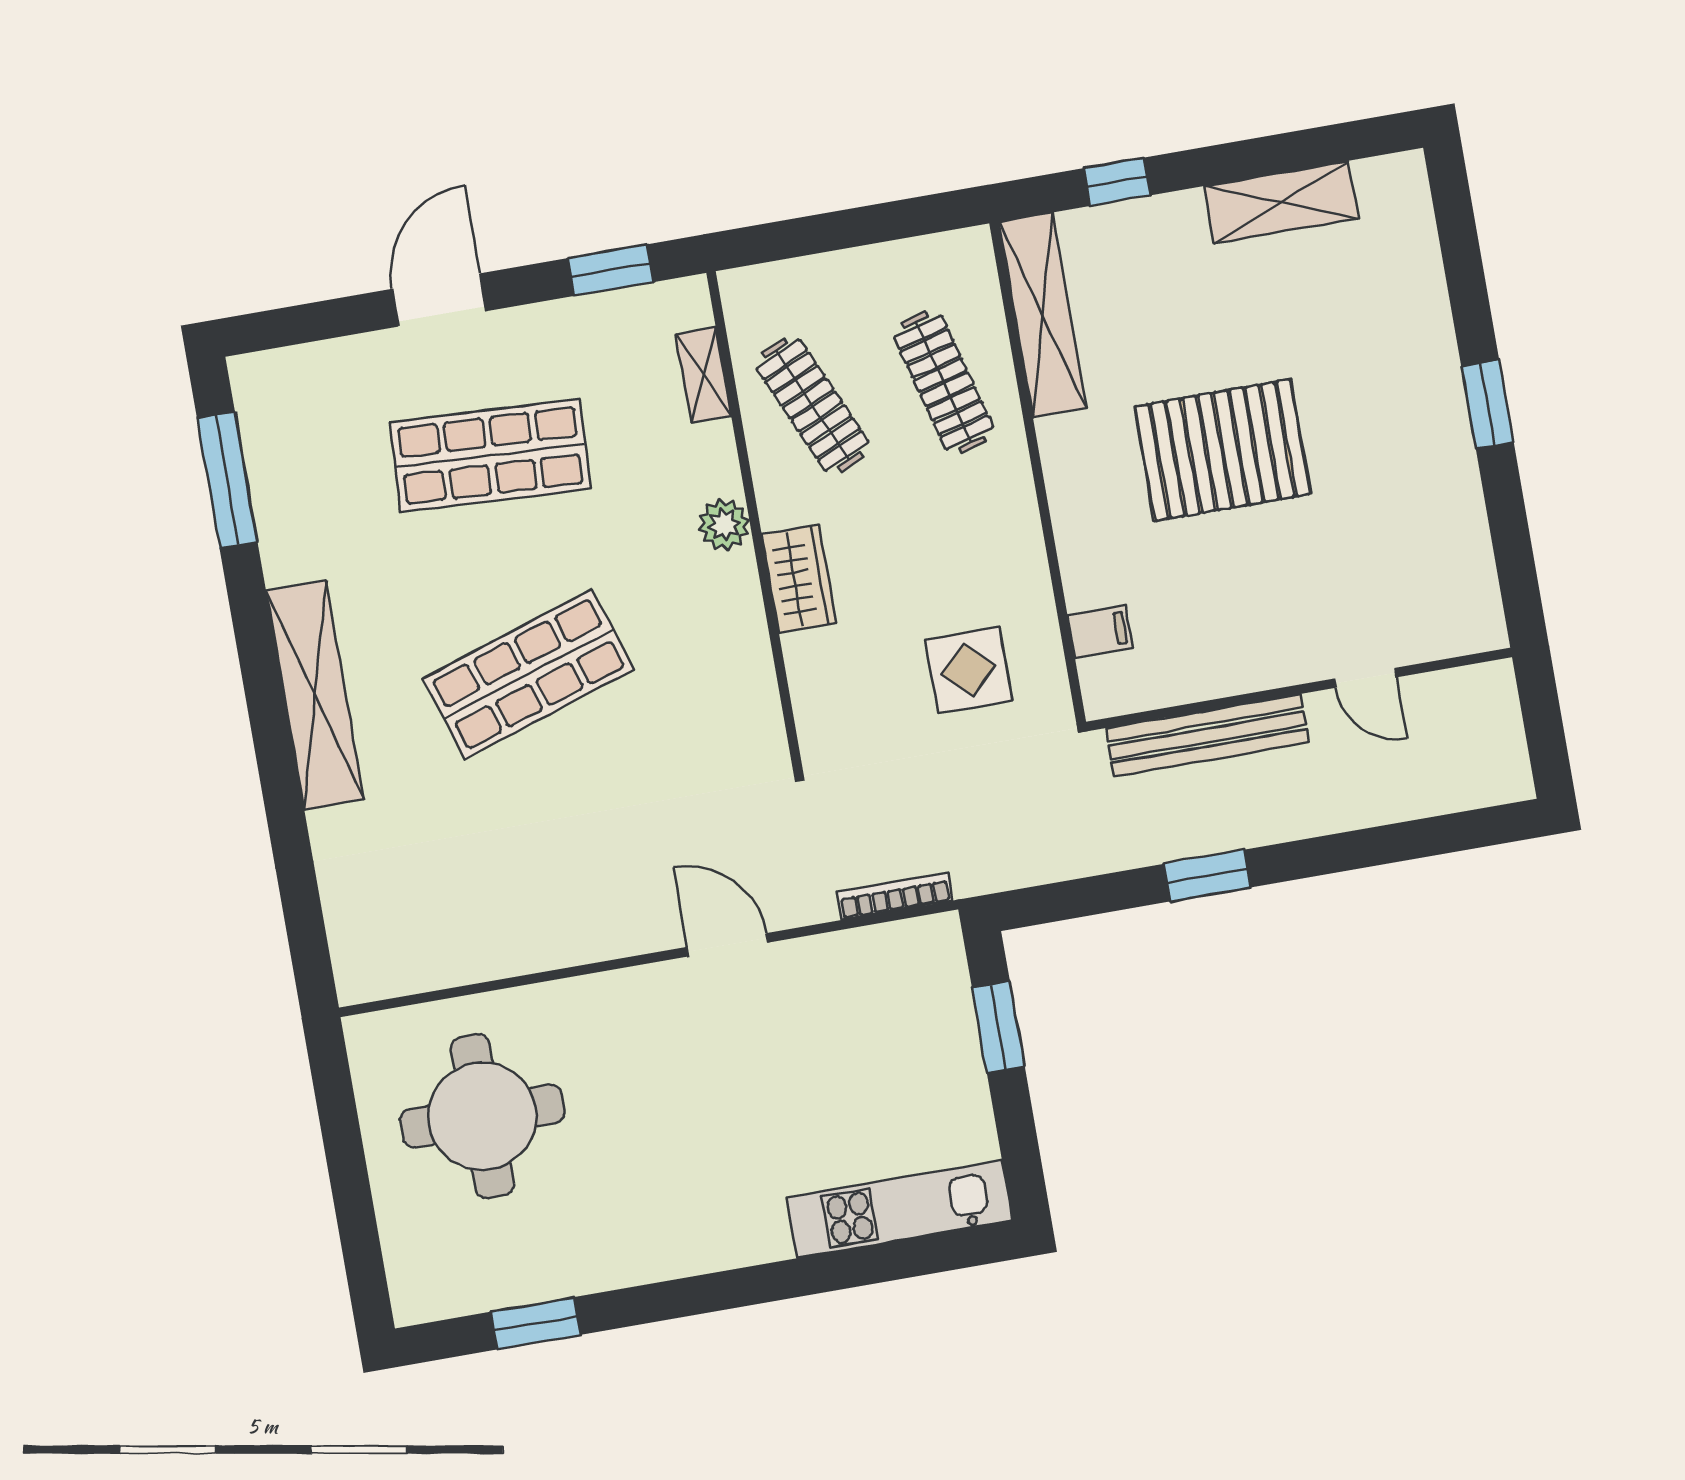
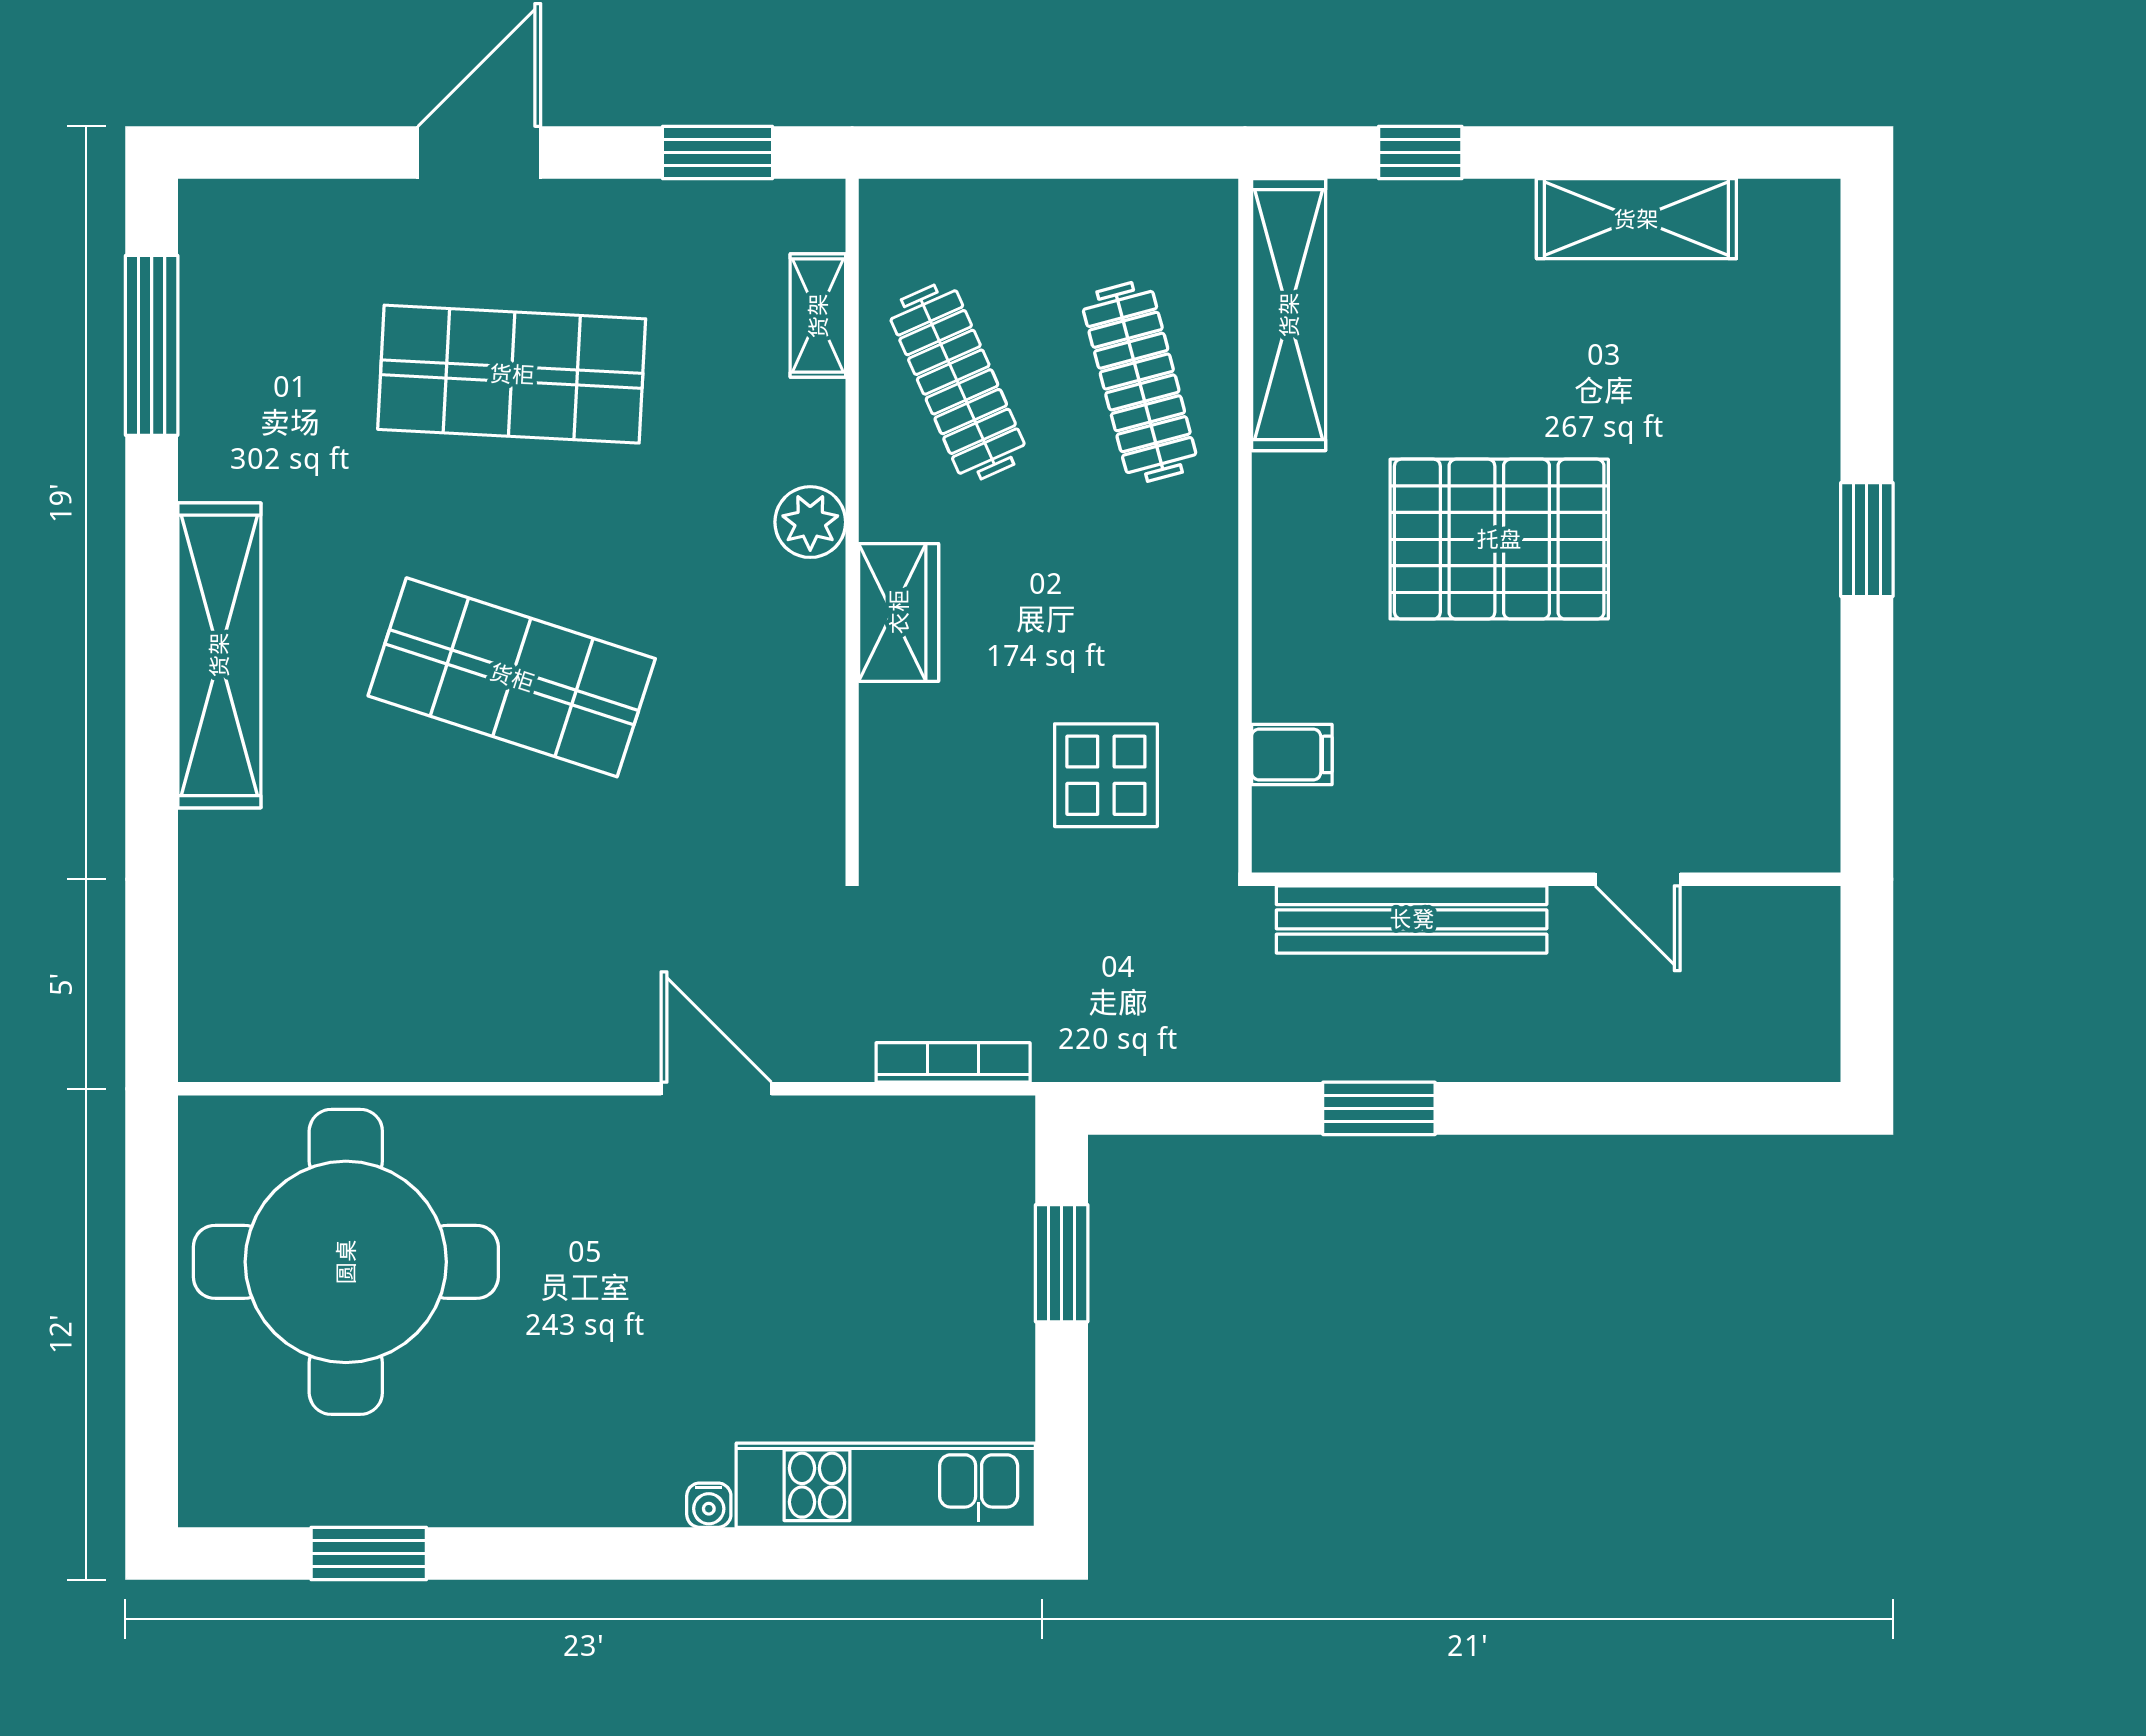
shop shelf: (528, 674) -> (512, 677), turned 36
round table: (482, 1116) -> (346, 1262), width x1.36, depth x1.36
water cooler: (774, 1246) -> (709, 1505), added

